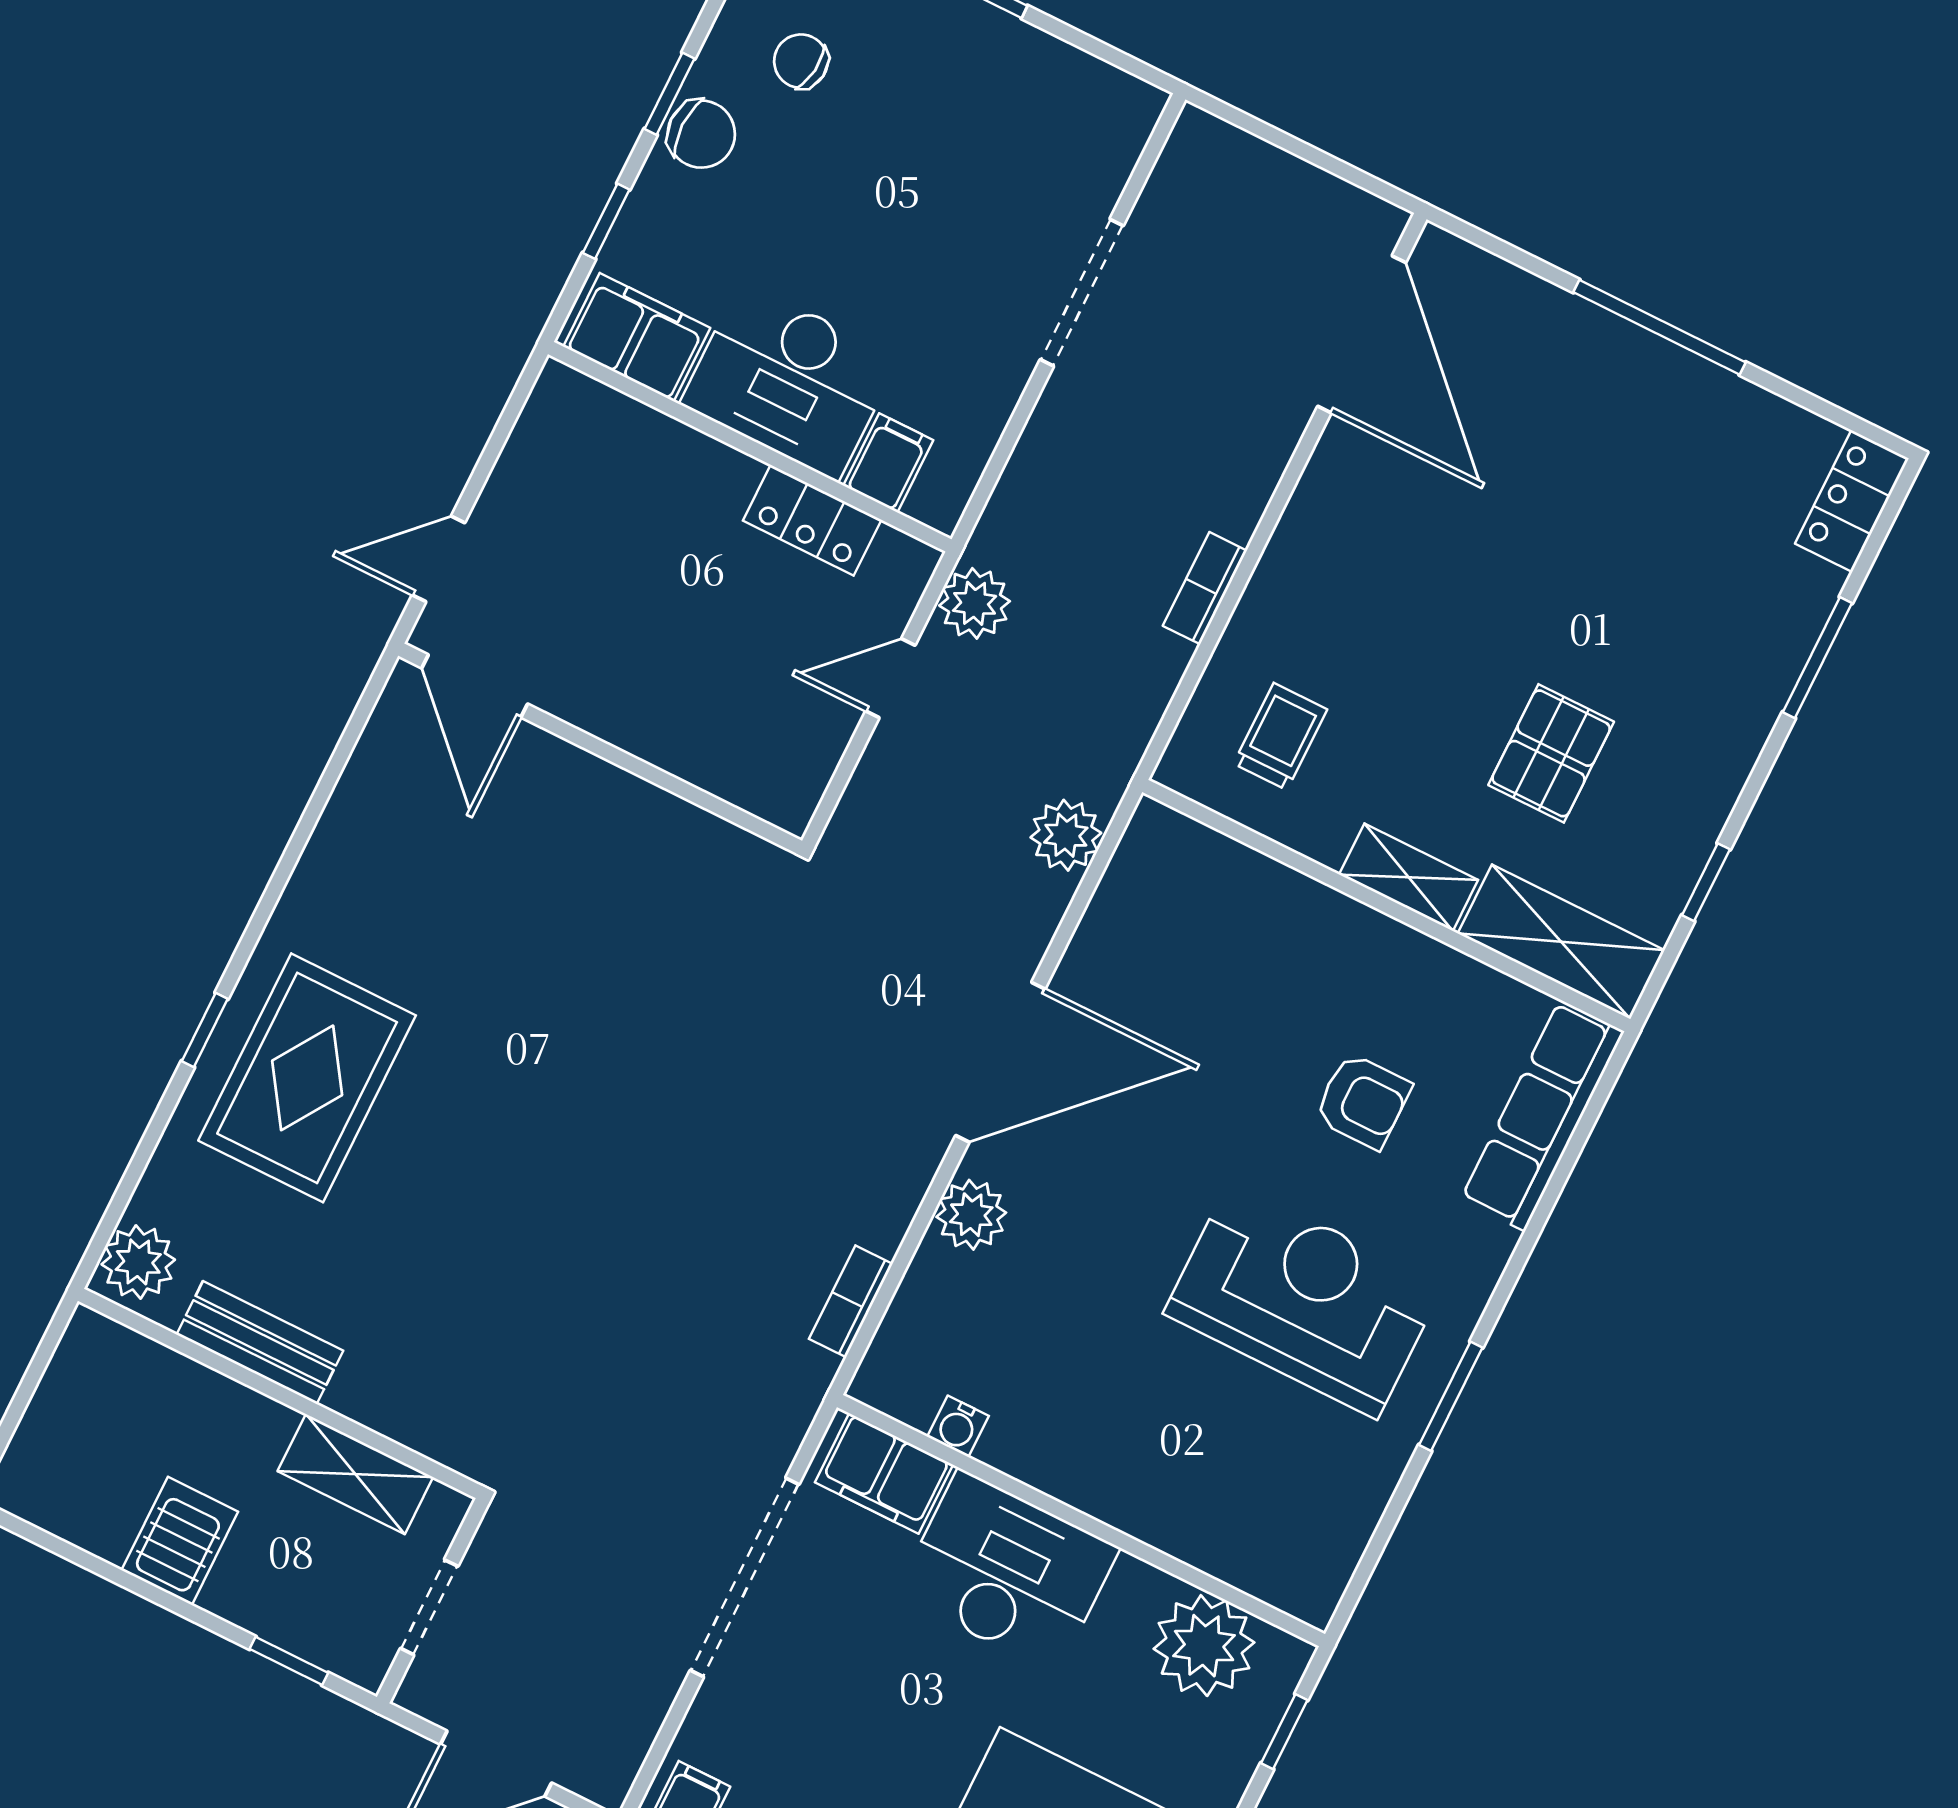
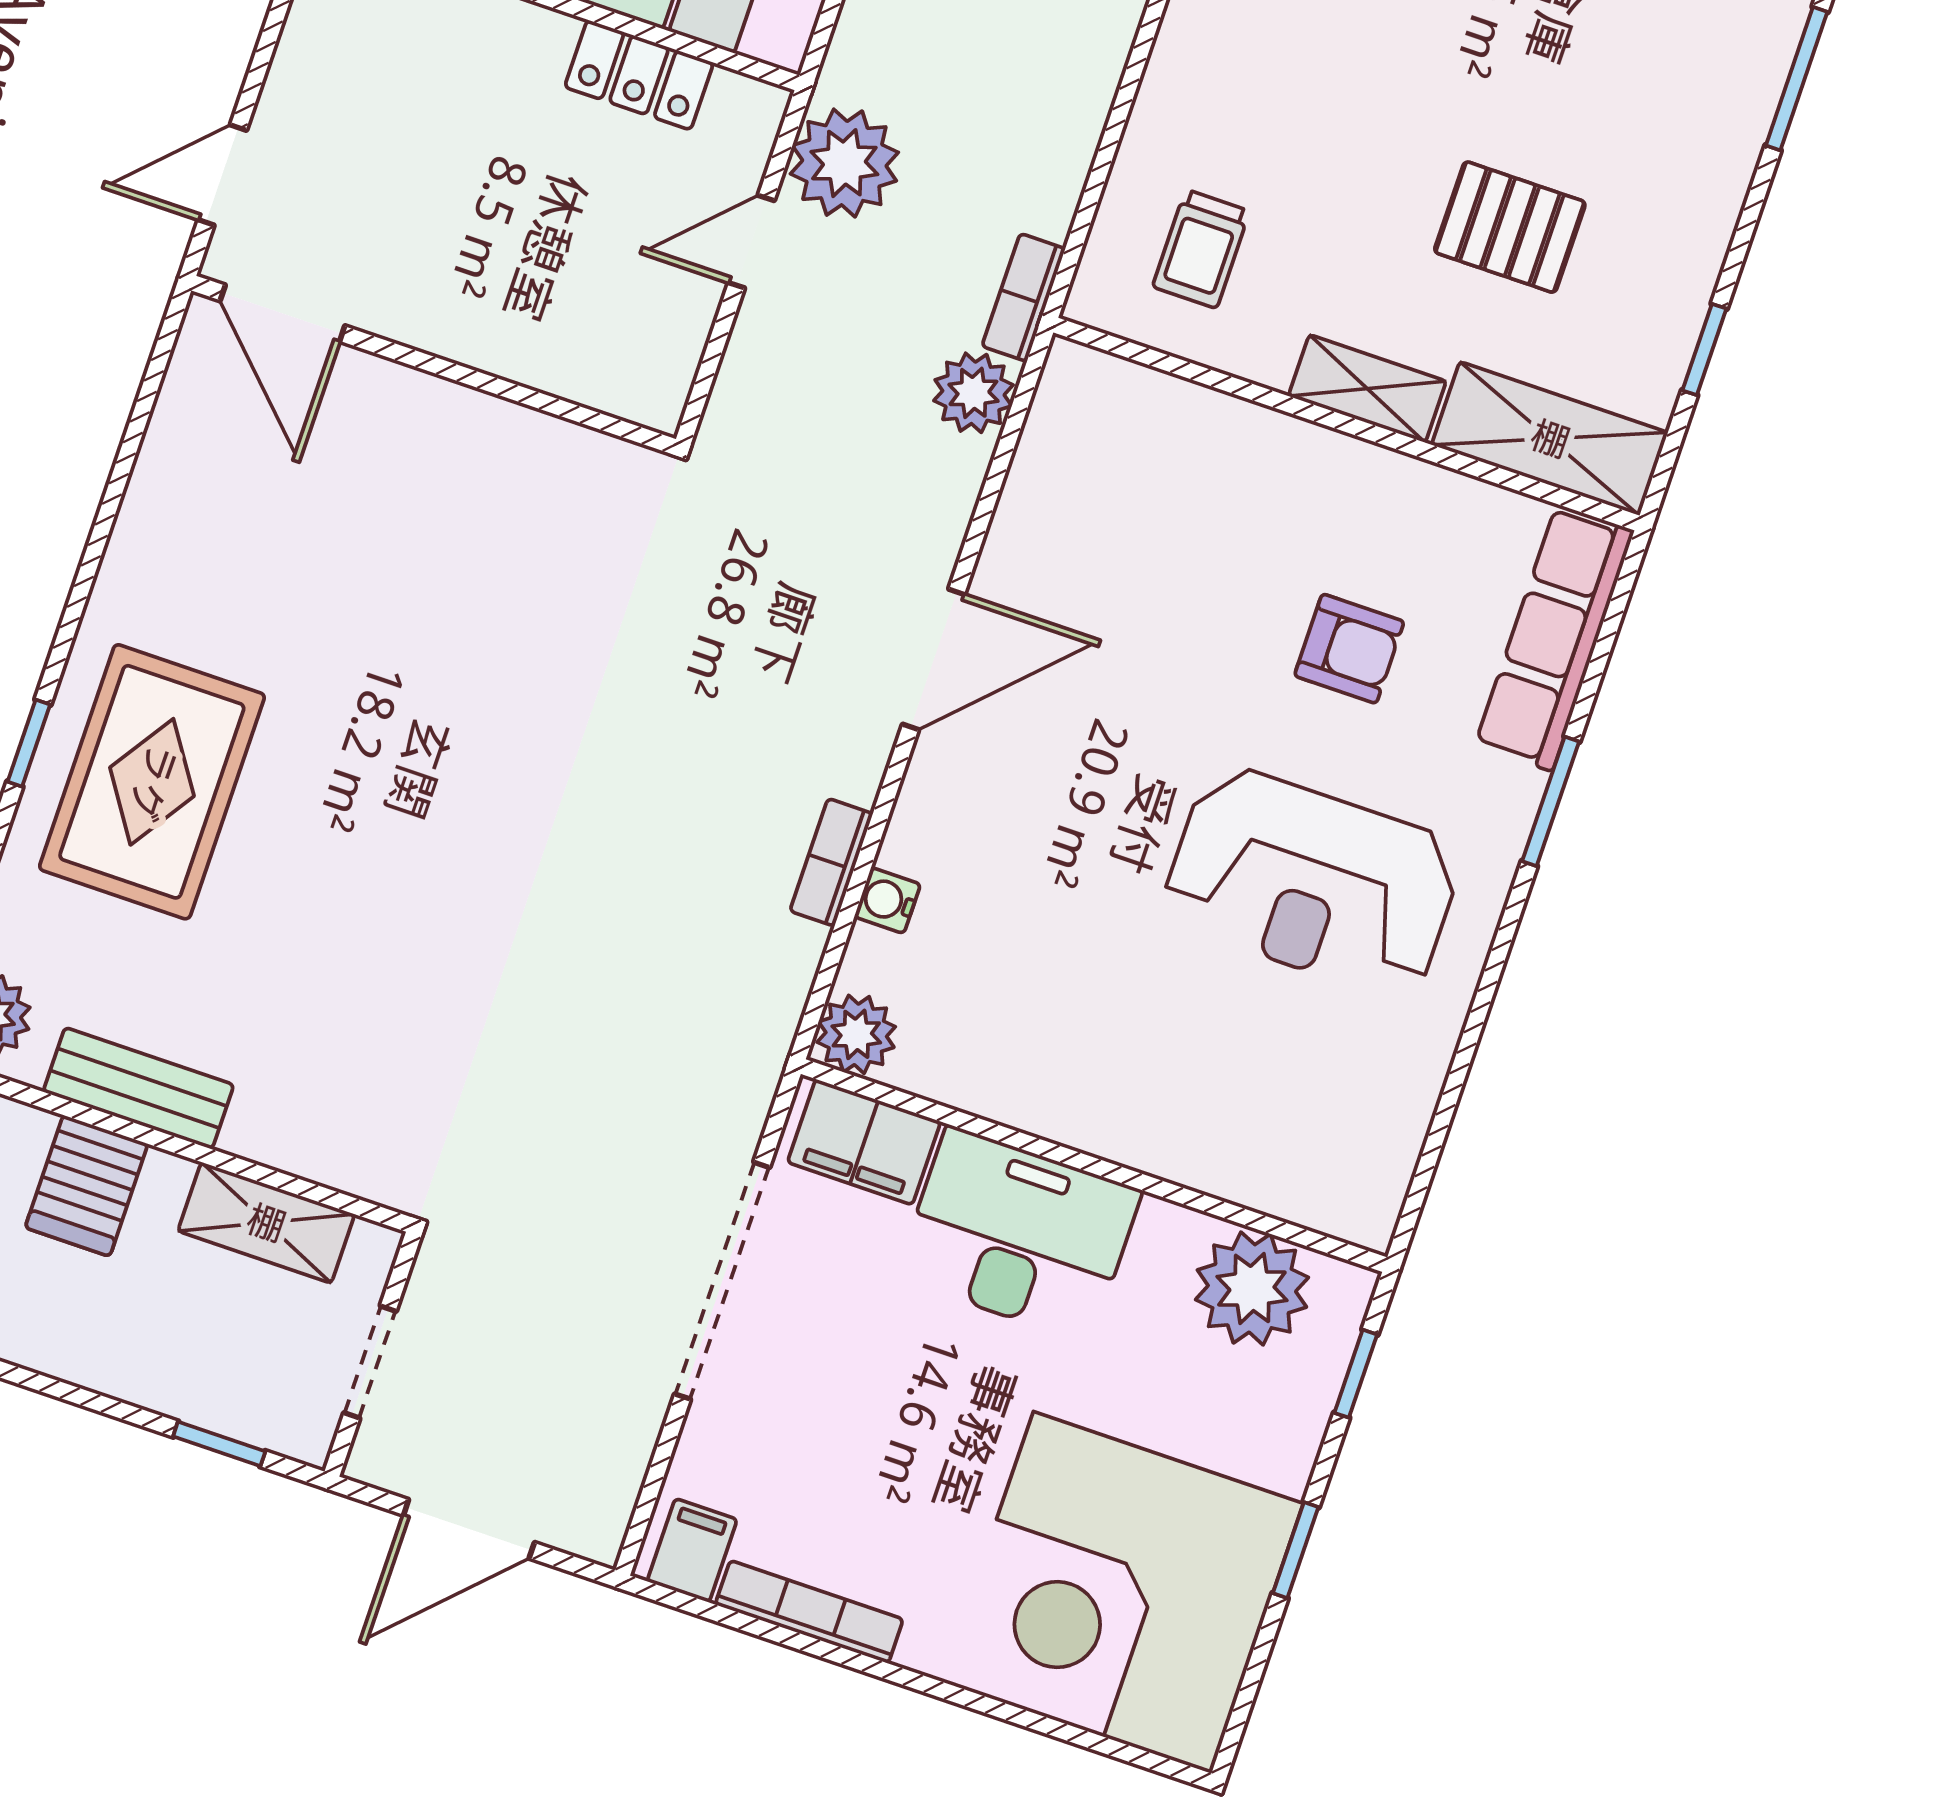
bookcase: (1205, 588) -> (1024, 297), moved
plant: (975, 603) -> (844, 163), width x1.36, depth x1.36
trolley: (1280, 736) -> (1201, 249), turned 180
pallet: (1551, 753) -> (1510, 227), turned 90
door: (1000, 1062) -> (934, 659), width x0.73
plant: (971, 1215) -> (856, 1034), moved
reception desk: (1303, 1299) -> (1312, 882), turned 180
bookcase: (851, 1301) -> (831, 862), moved
window: (1451, 1396) -> (1551, 801), moved
water cooler: (958, 1426) -> (887, 900), moved, turned 90
server rack: (180, 1541) -> (86, 1186), moved, turned 180

